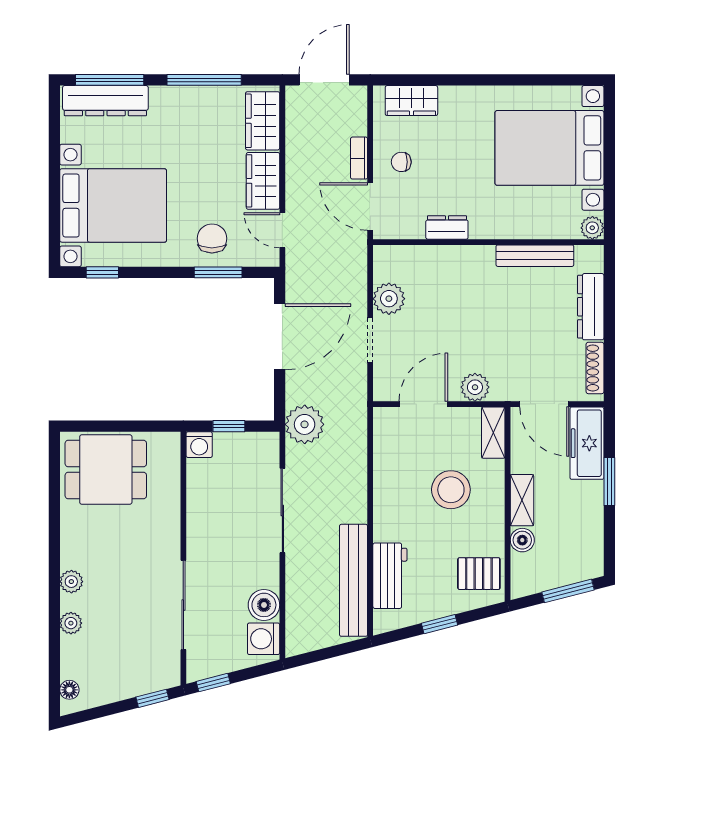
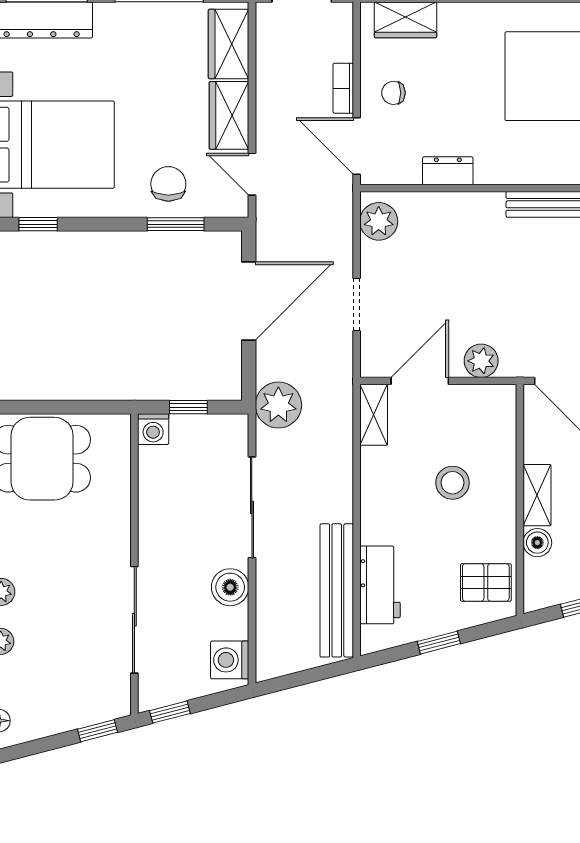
plant: (389, 299) -> (379, 221), moved
shelving: (493, 433) -> (374, 415), moved
stool: (451, 490) -> (452, 483), width x0.73, depth x0.73
boiler: (264, 605) -> (230, 587), moved

